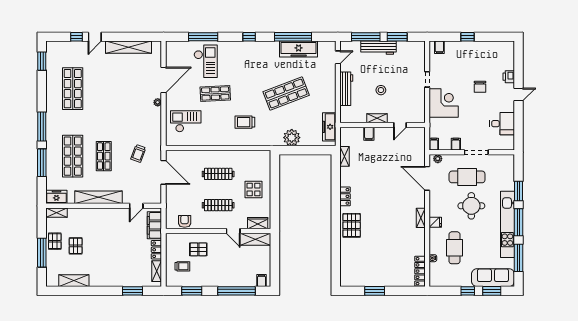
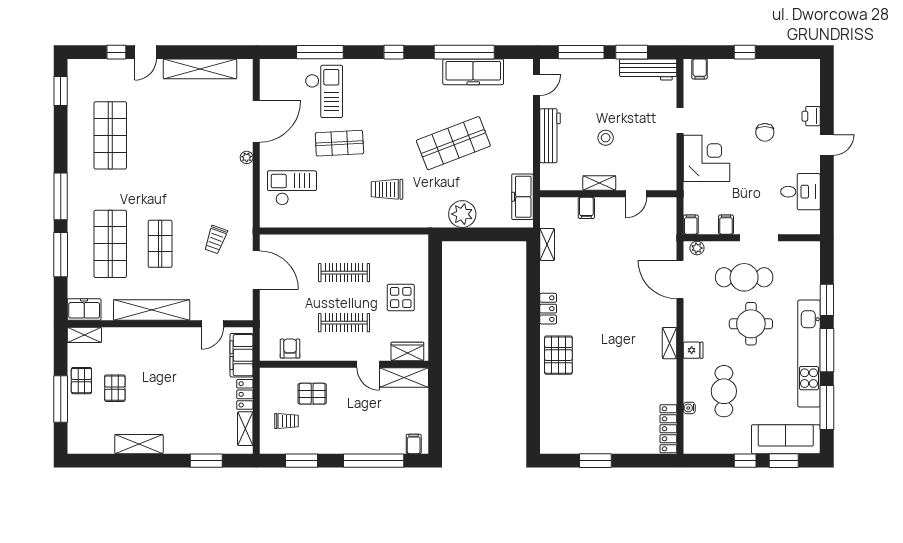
workbench: (379, 48) -> (648, 69), moved
shelving: (74, 281) -> (139, 444), moved

